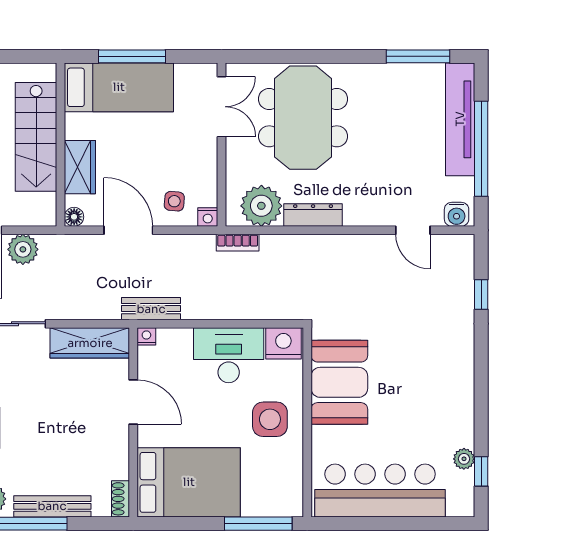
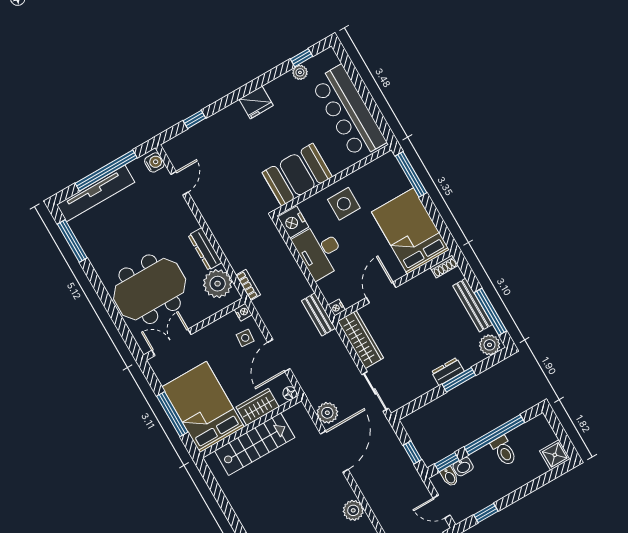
bed: (119, 87) -> (203, 407), width x1.50
fridge: (458, 383) -> (256, 102), added

